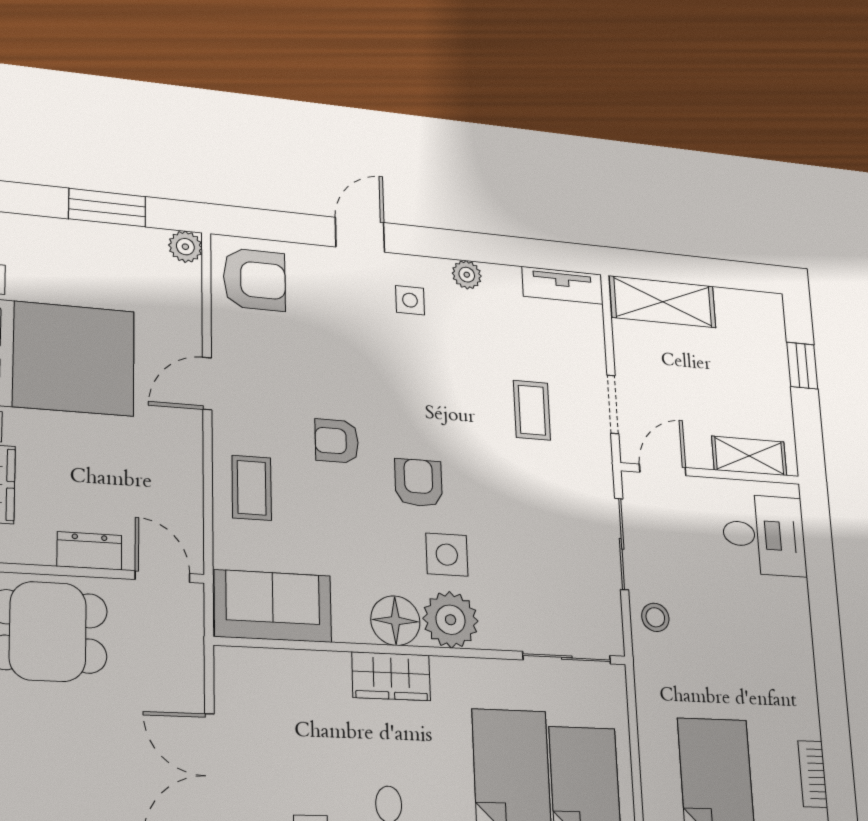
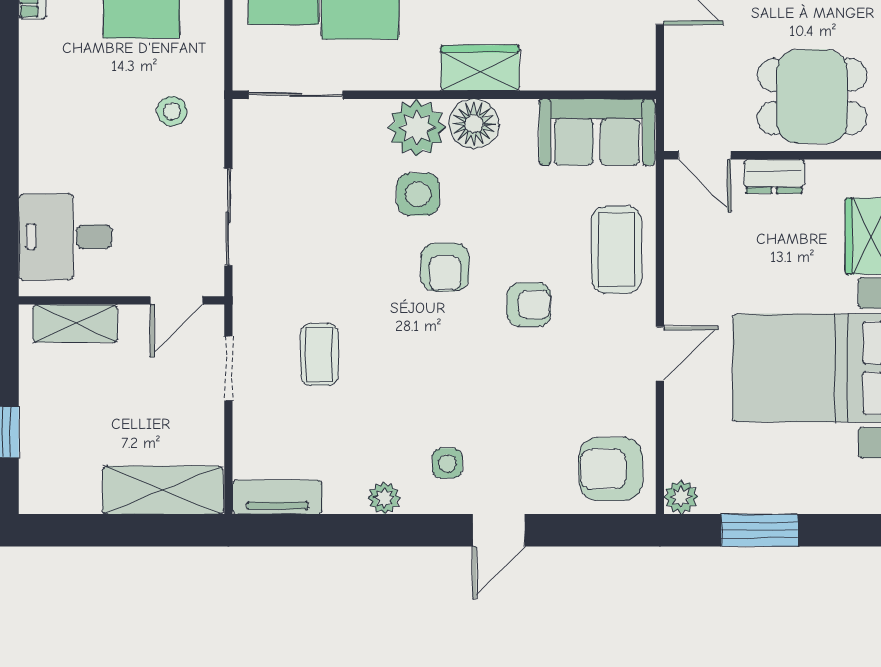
coffee table: (252, 488) -> (616, 250), width x1.36, depth x1.30
stool: (655, 617) -> (172, 111), moved

